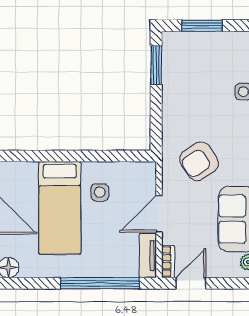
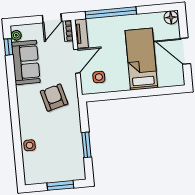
window: (156, 65) -> (86, 145), moved
armchair: (199, 161) -> (54, 98), turned -71
side table: (100, 192) -> (99, 77), moved

